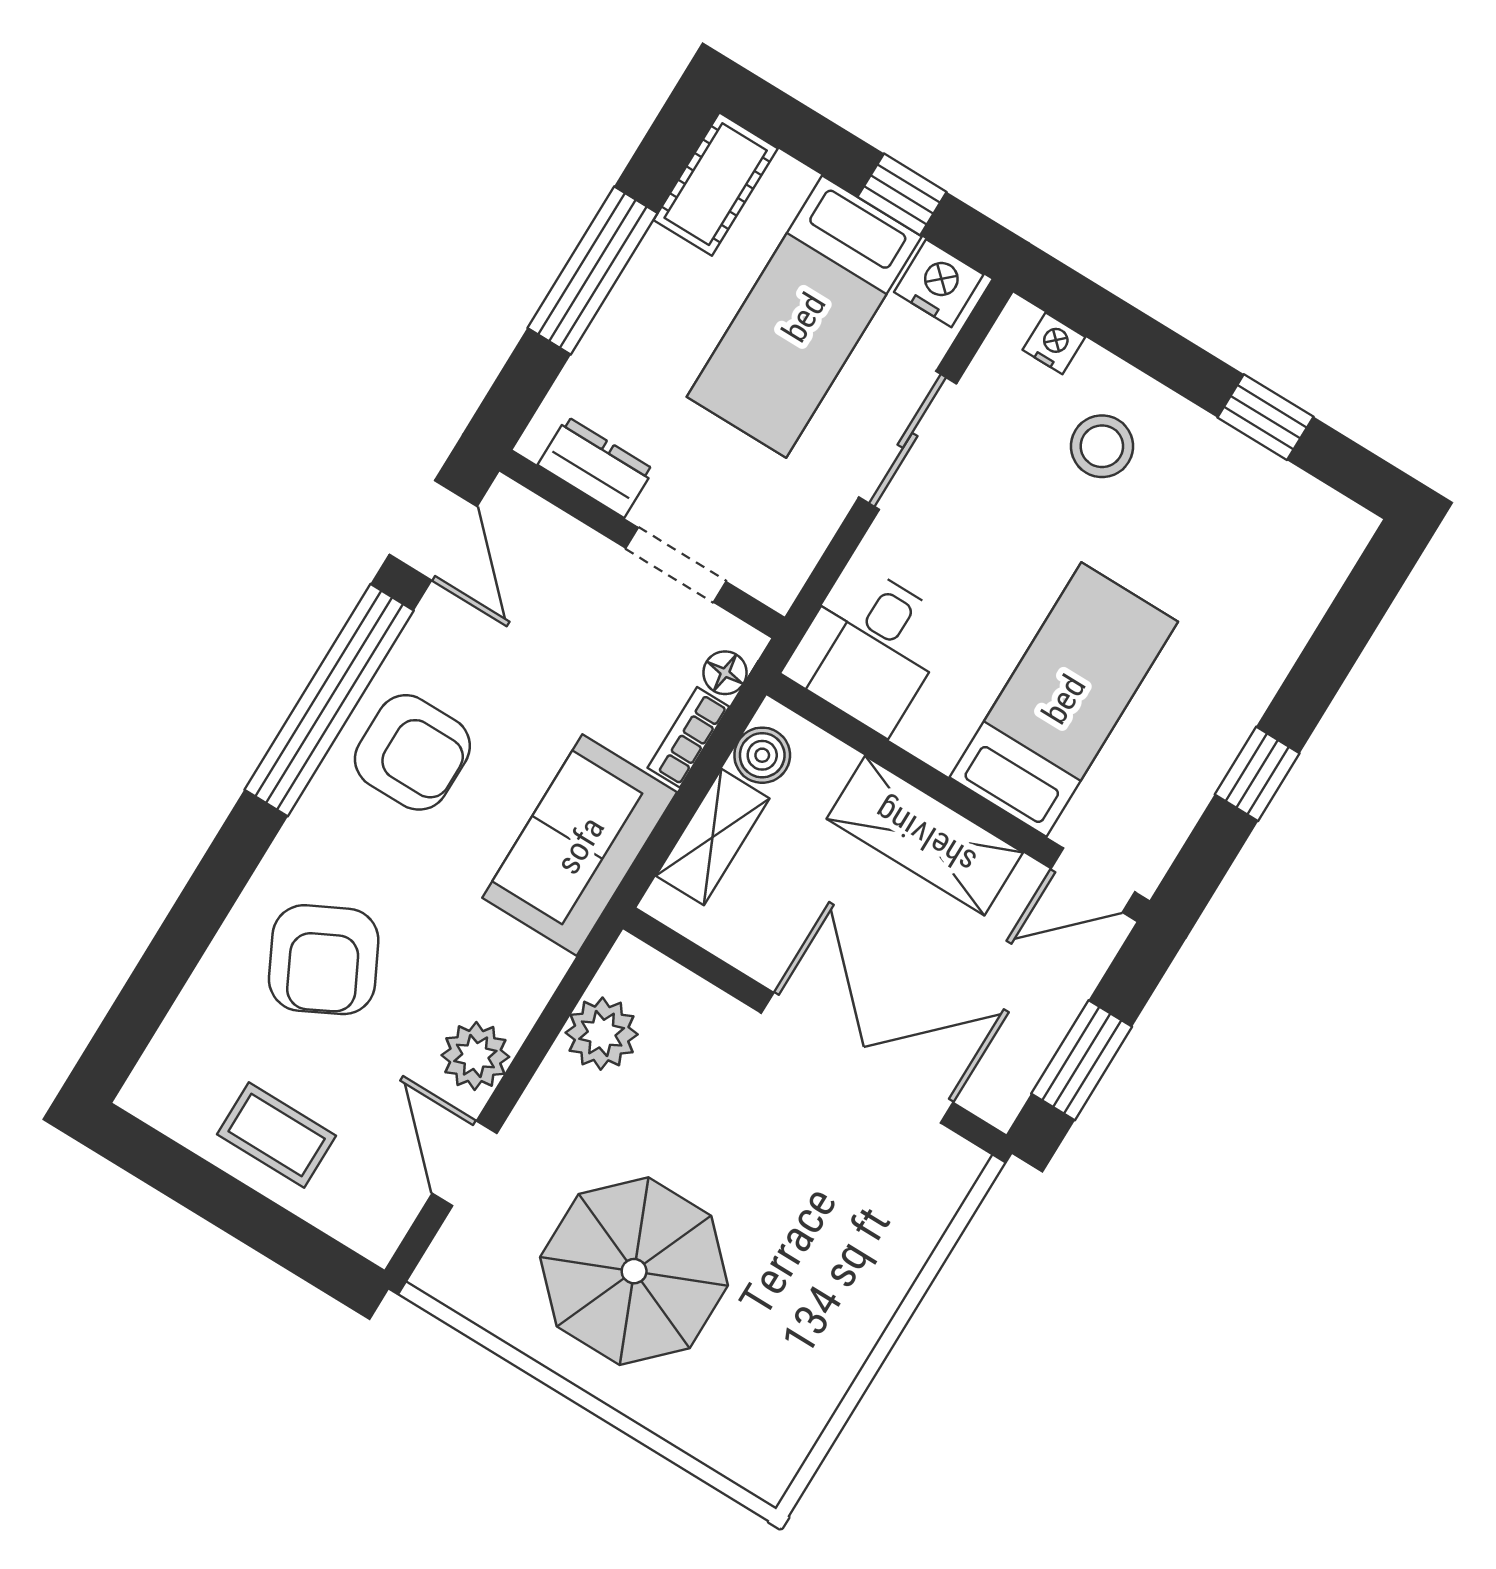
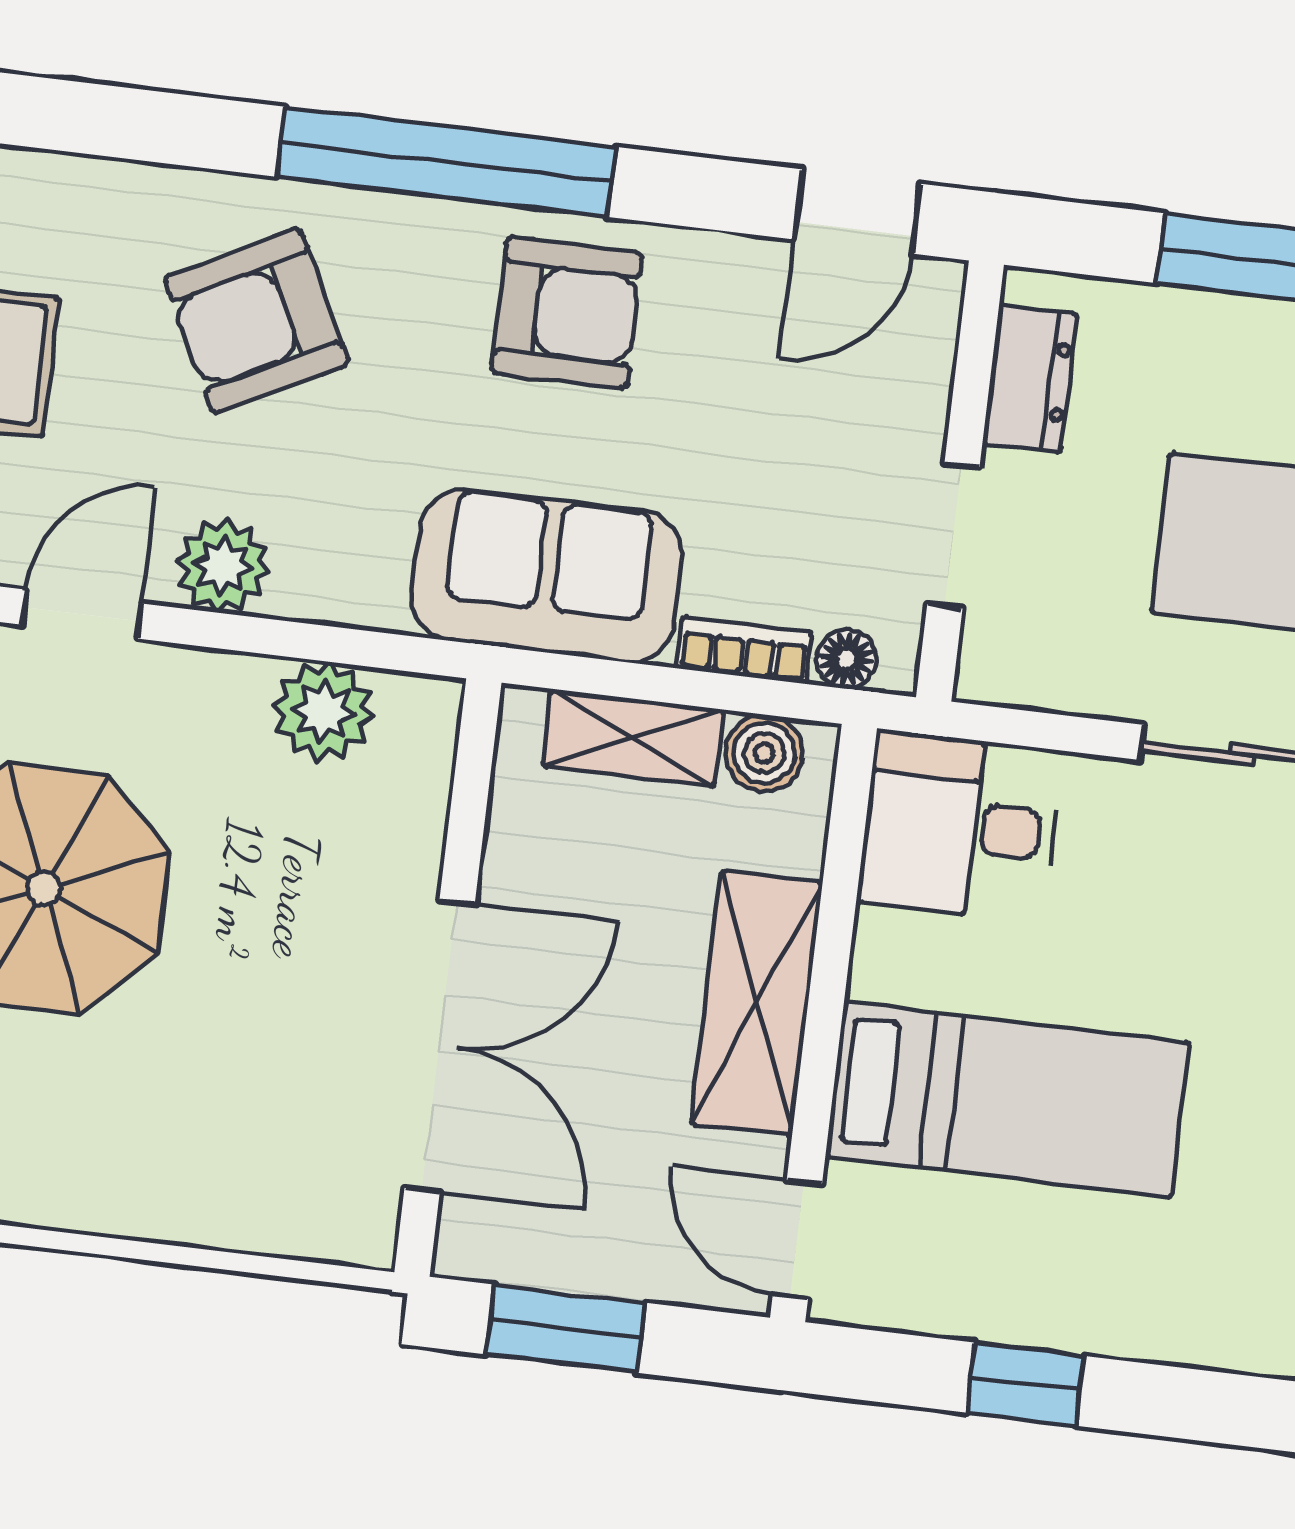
window: (329, 700) -> (447, 162), moved
armchair: (412, 752) -> (567, 313), turned -90

